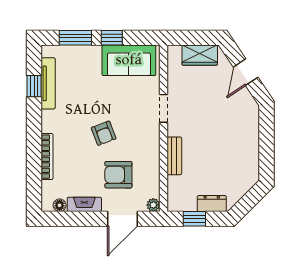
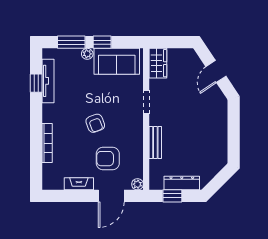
plant: (94, 51) -> (87, 54), added
wardrobe: (200, 55) -> (158, 63), moved, turned -90
dresser: (212, 204) -> (182, 183), width x1.44
floor lamp: (60, 205) -> (58, 185), removed

